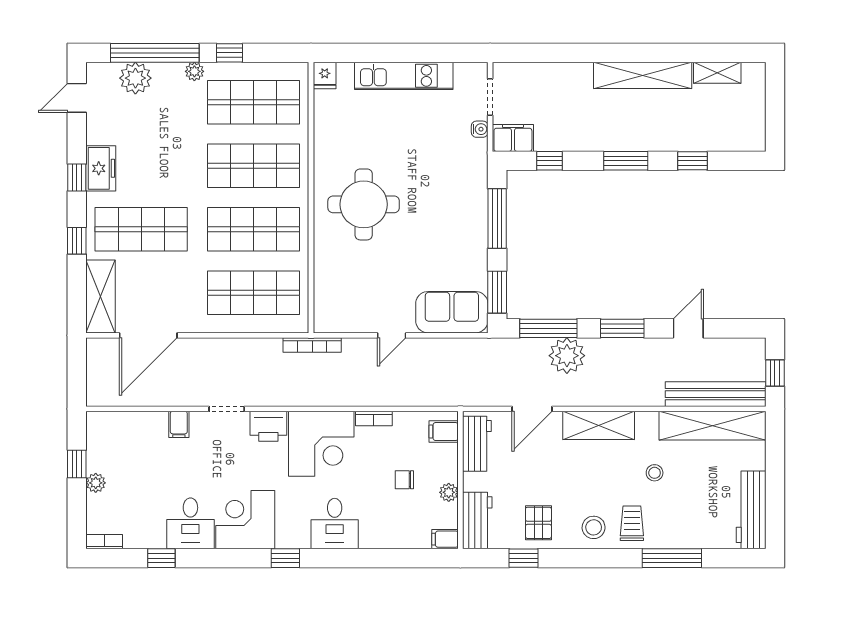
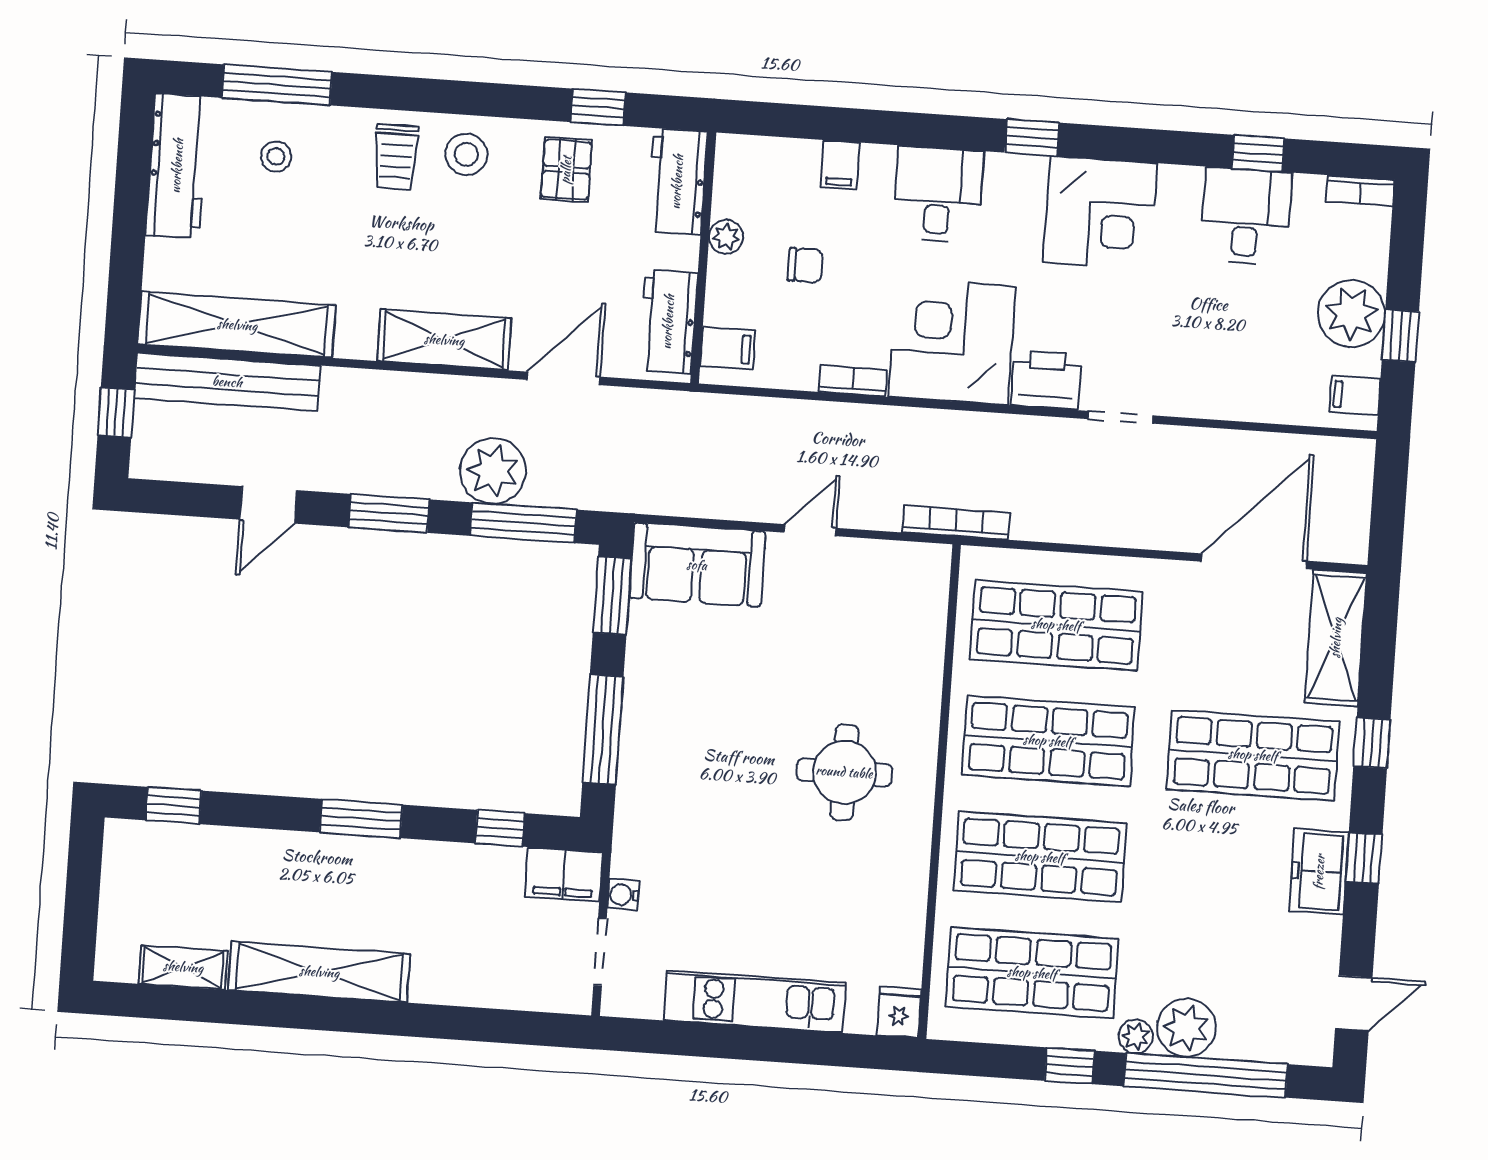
plant: (135, 78) -> (1186, 1028), moved
window: (692, 161) -> (174, 805), moved
round table: (364, 204) -> (844, 772), width x0.73, depth x0.73
filing cabinet: (179, 424) -> (1355, 395), moved, turned -90
stool: (655, 473) -> (276, 157), moved
plant: (96, 483) -> (1351, 314), width x1.88, depth x1.88
desk: (190, 523) -> (1246, 216), moved
filing cabinet: (445, 539) -> (840, 165), moved, turned 90
window: (672, 558) -> (277, 85), moved

